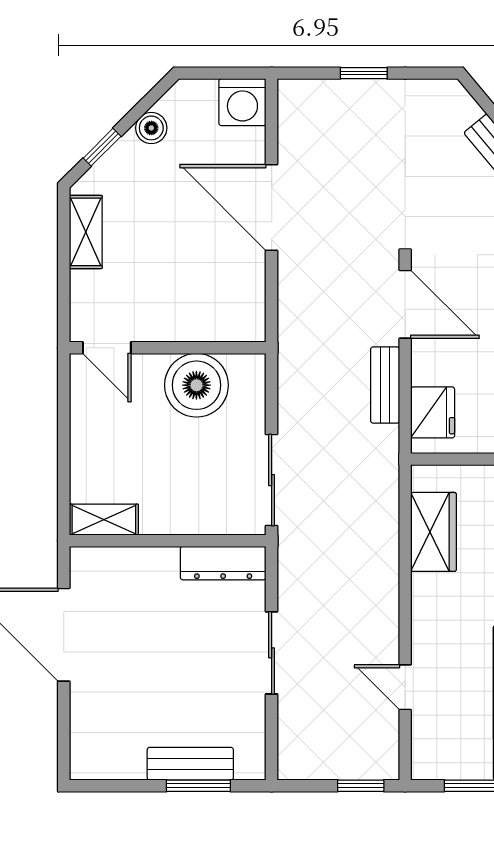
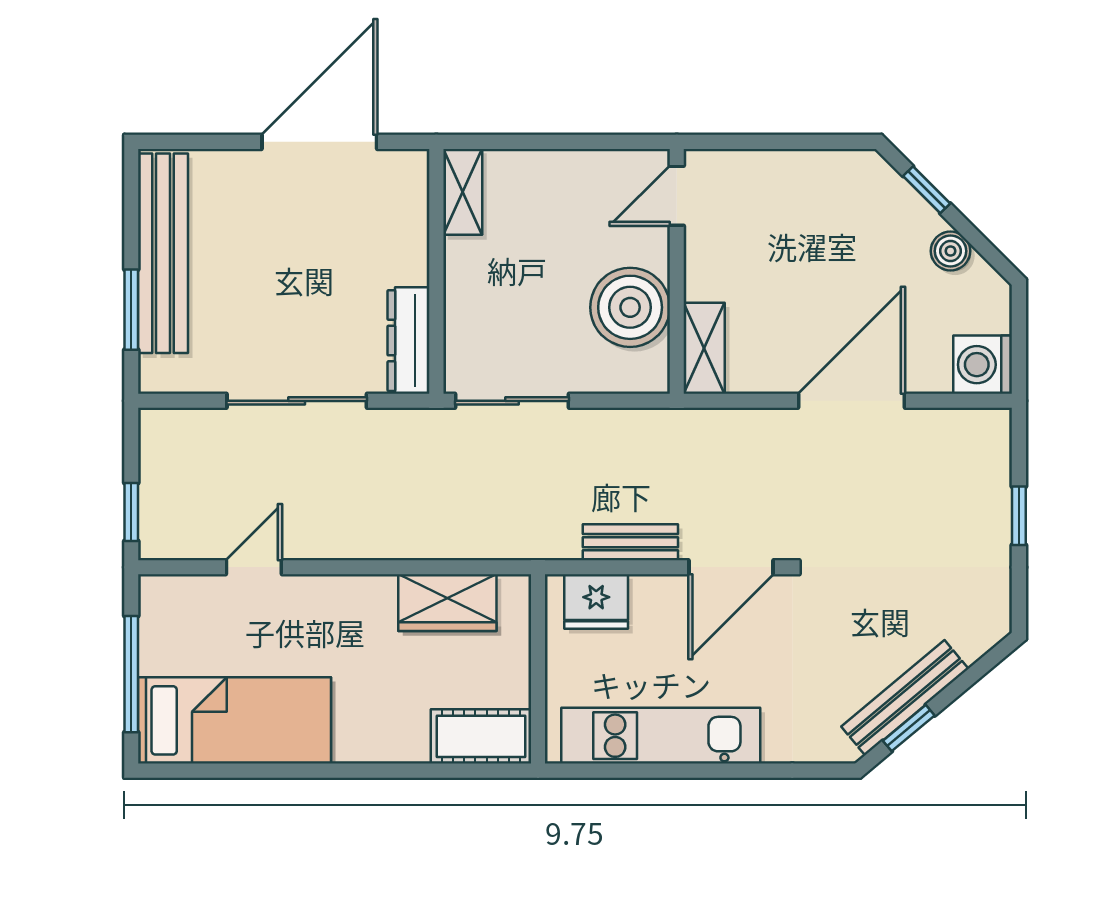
shelving: (86, 232) -> (704, 348), moved, turned 90
sliding door: (272, 653) -> (297, 401), width x1.37
bench: (190, 764) -> (163, 253), width x1.86, depth x1.21

